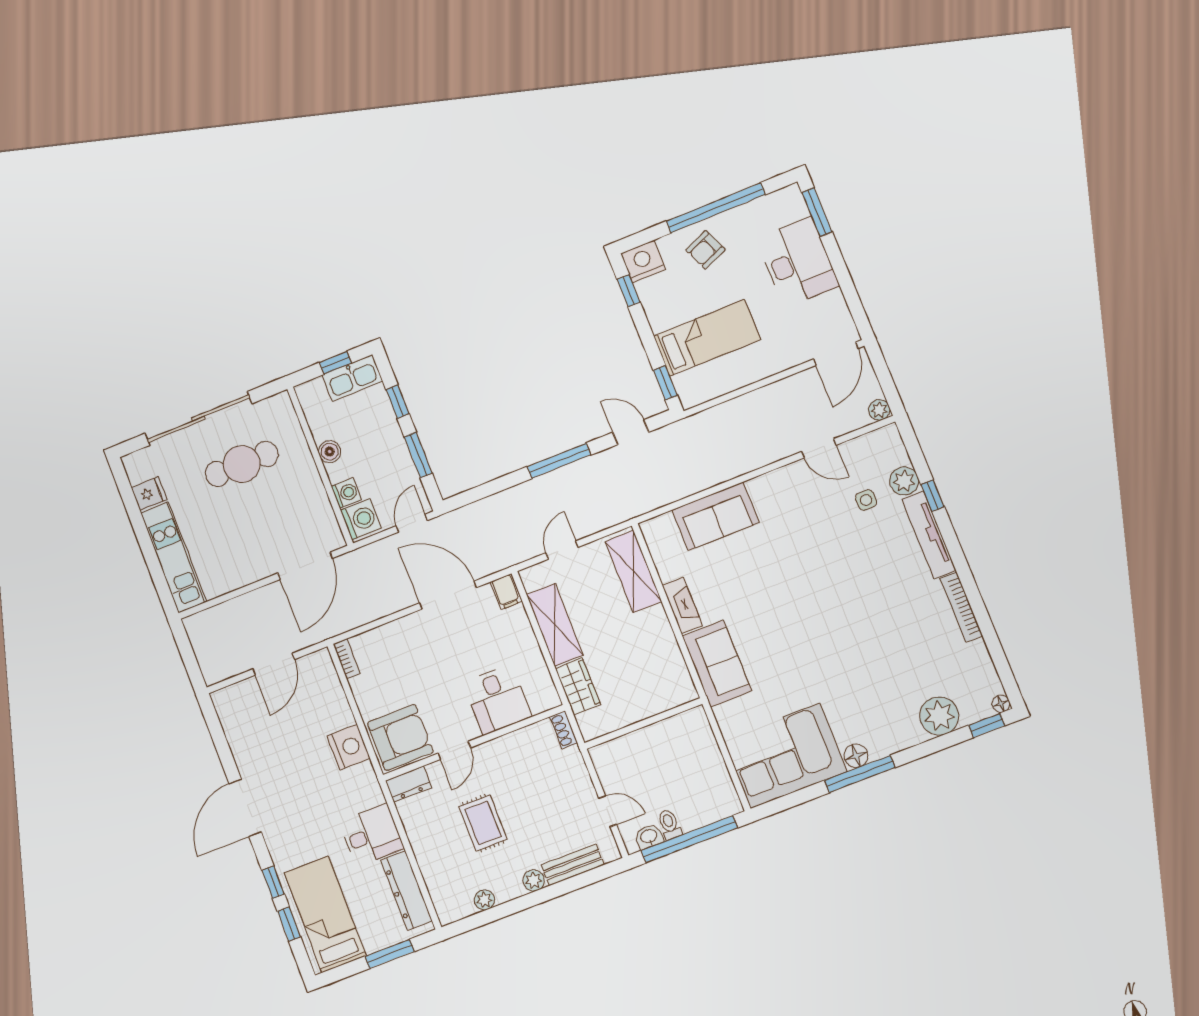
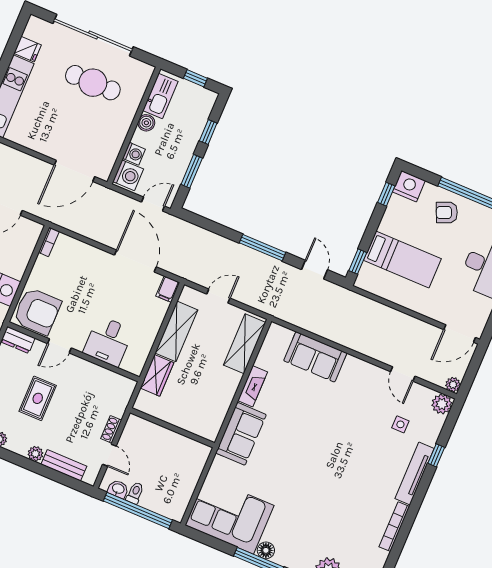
kitchen sink: (352, 378) -> (160, 96), moved, turned -90
plant: (904, 481) -> (442, 404), moved
shoe rack: (564, 730) -> (111, 429), moved

